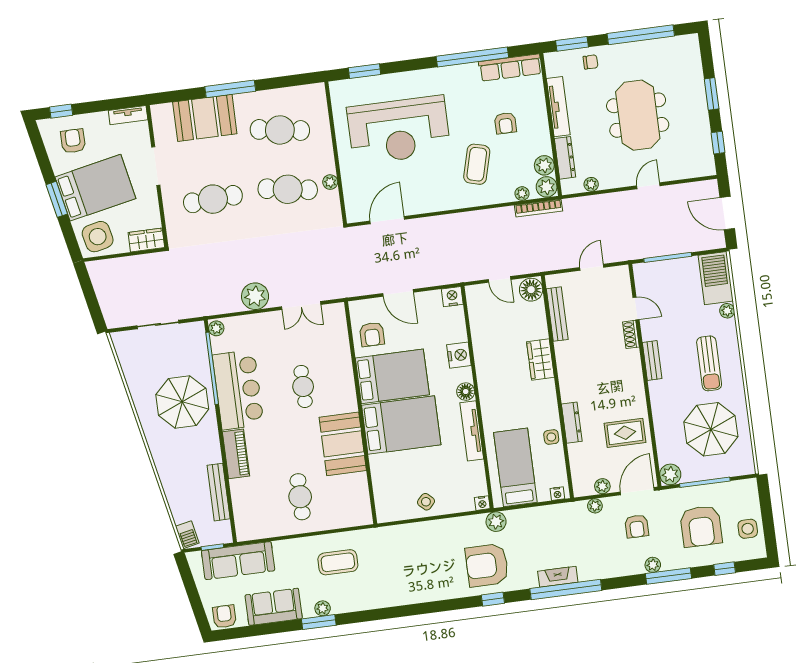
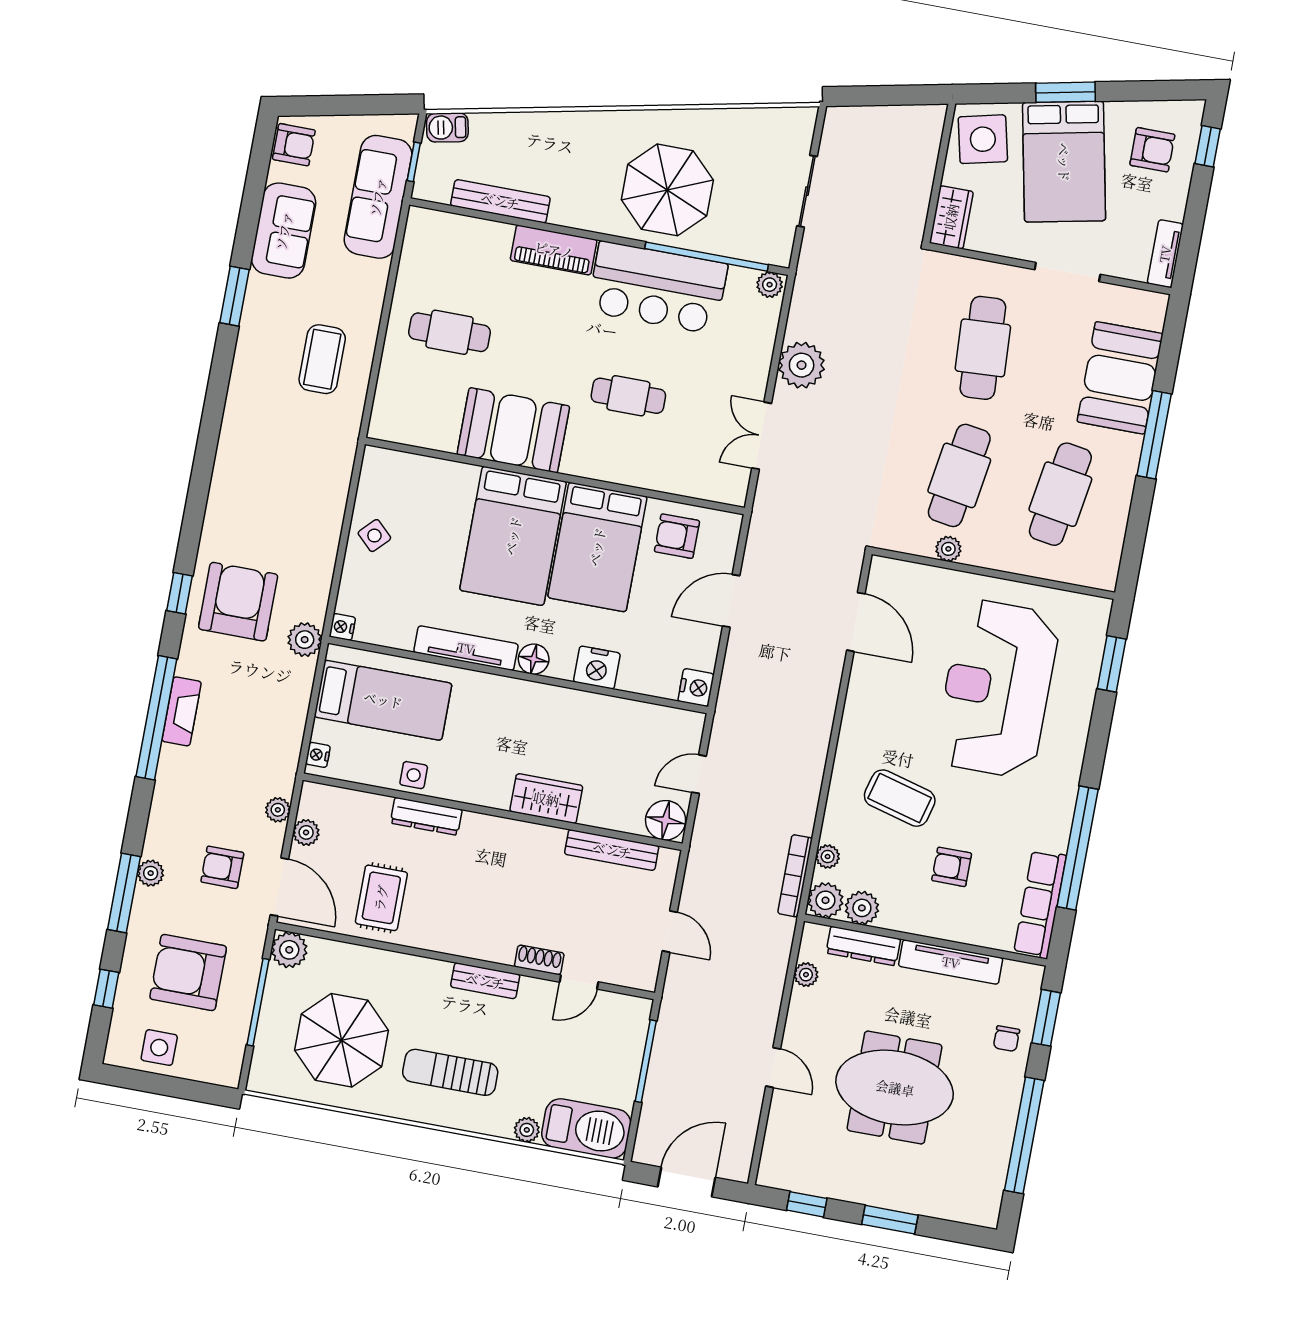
plant: (323, 608) -> (255, 310), removed

